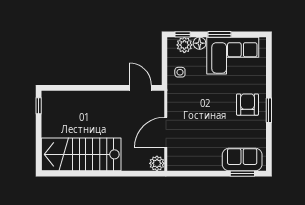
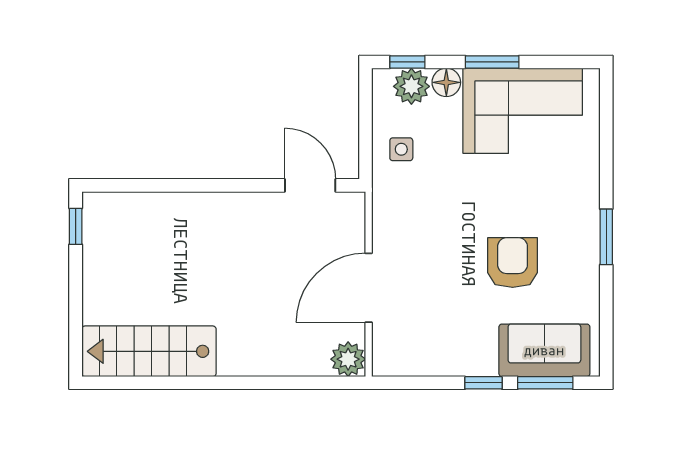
armchair: (247, 105) -> (513, 263), moved
stairs: (81, 154) -> (149, 351), width x0.73, depth x0.66
window: (216, 174) -> (484, 383), added

